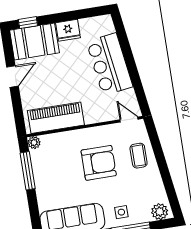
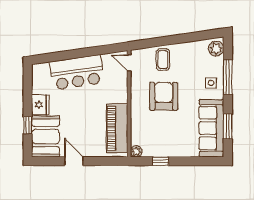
window: (28, 23) -> (28, 125), moved
door: (129, 120) -> (129, 63), hinge flipped
coffee table: (139, 156) -> (163, 59), turned 90
window: (28, 171) -> (160, 161), width x0.46

